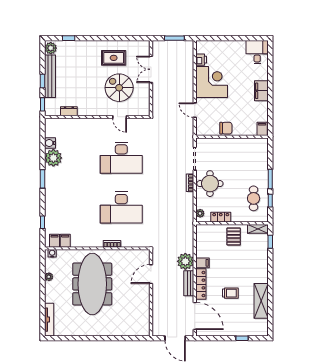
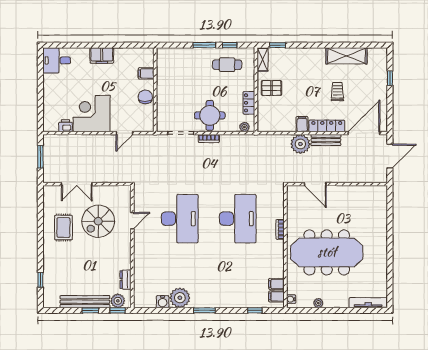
plant: (51, 48) -> (118, 301), moved
filing cabinet: (262, 129) -> (146, 73), moved

